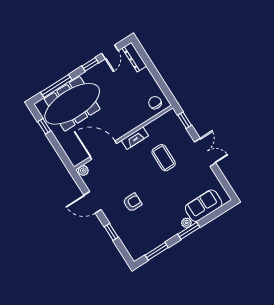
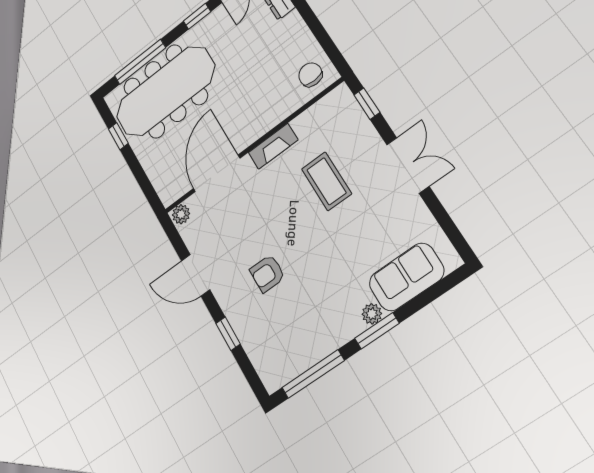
door: (103, 150) -> (217, 173), hinge flipped
armchair: (132, 202) -> (267, 273), turned 180
window: (157, 251) -> (313, 374), width x1.44

